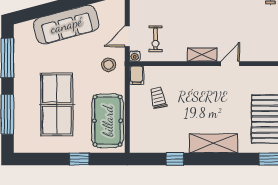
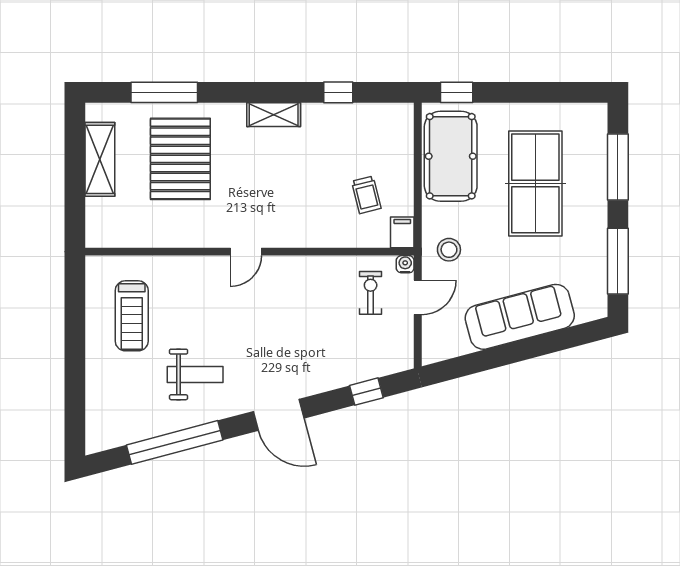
shelving: (202, 55) -> (293, 267), removed
shelving: (214, 143) -> (274, 115), width x0.67, depth x0.75
window: (79, 159) -> (457, 92), moved

